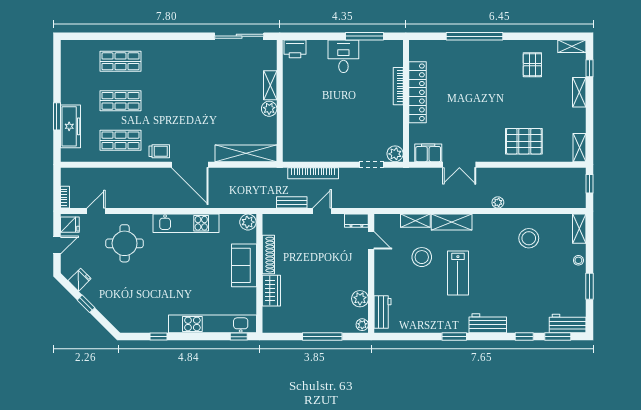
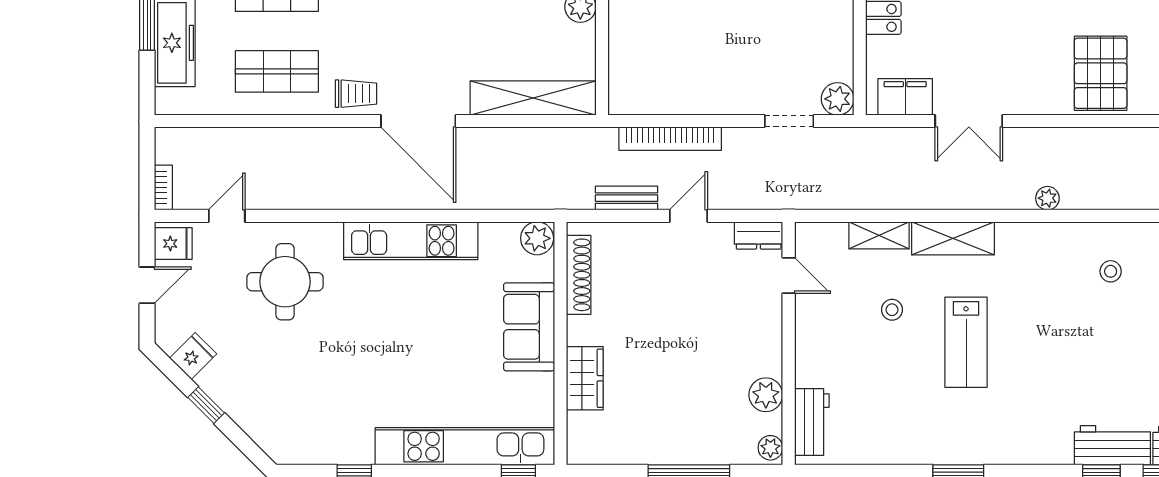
pallet: (524, 141) -> (1101, 73), turned 90
stool: (529, 238) -> (1111, 271), width x0.53, depth x0.53
shoe rack: (268, 255) -> (579, 275), moved
stool: (422, 257) -> (892, 310), width x0.53, depth x0.53
workbench: (488, 323) -> (1112, 445), moved

